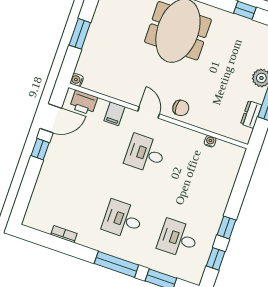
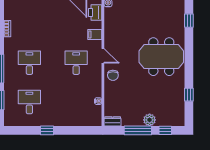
door: (149, 113) -> (103, 56), hinge flipped
dresser: (251, 114) -> (113, 121), moved
window: (216, 259) -> (25, 130), removed

